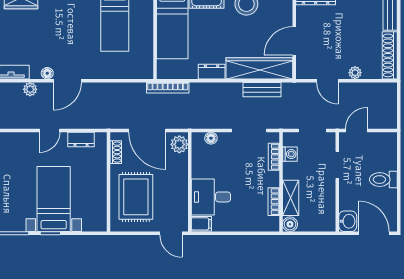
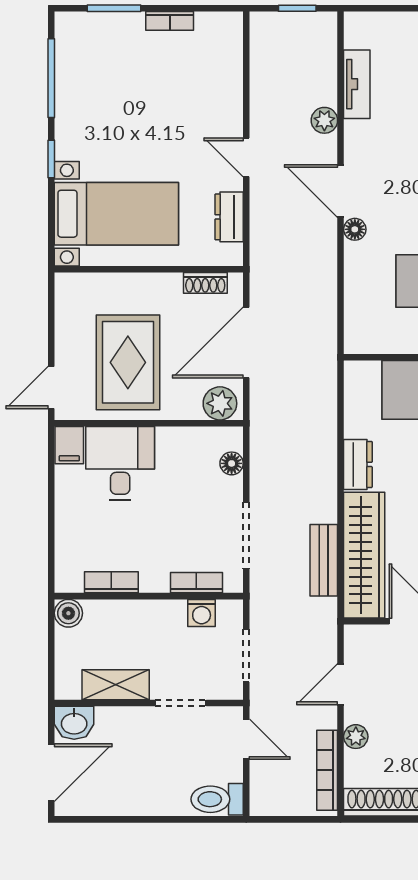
floor lamp: (47, 73) -> (355, 229), moved
bookcase: (168, 88) -> (327, 770), moved
toilet: (383, 180) -> (217, 799), moved, turned -90
rug: (136, 197) -> (128, 362), moved, turned 90
shelving: (291, 198) -> (116, 685), moved
bed with nightstands: (54, 199) -> (116, 214), moved

